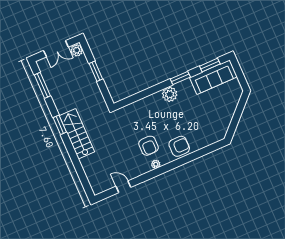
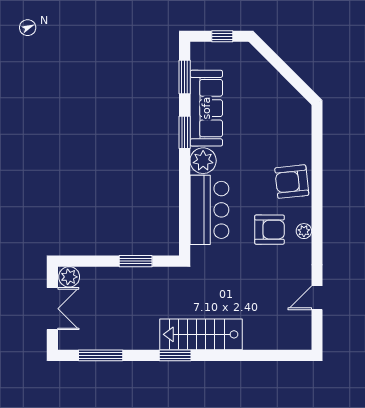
window: (96, 71) -> (136, 261), moved
window: (240, 76) -> (222, 36), added
sofa: (213, 77) -> (206, 108), moved
bar counter: (145, 109) -> (209, 210), added
armchair: (179, 146) -> (292, 182), turned -96

